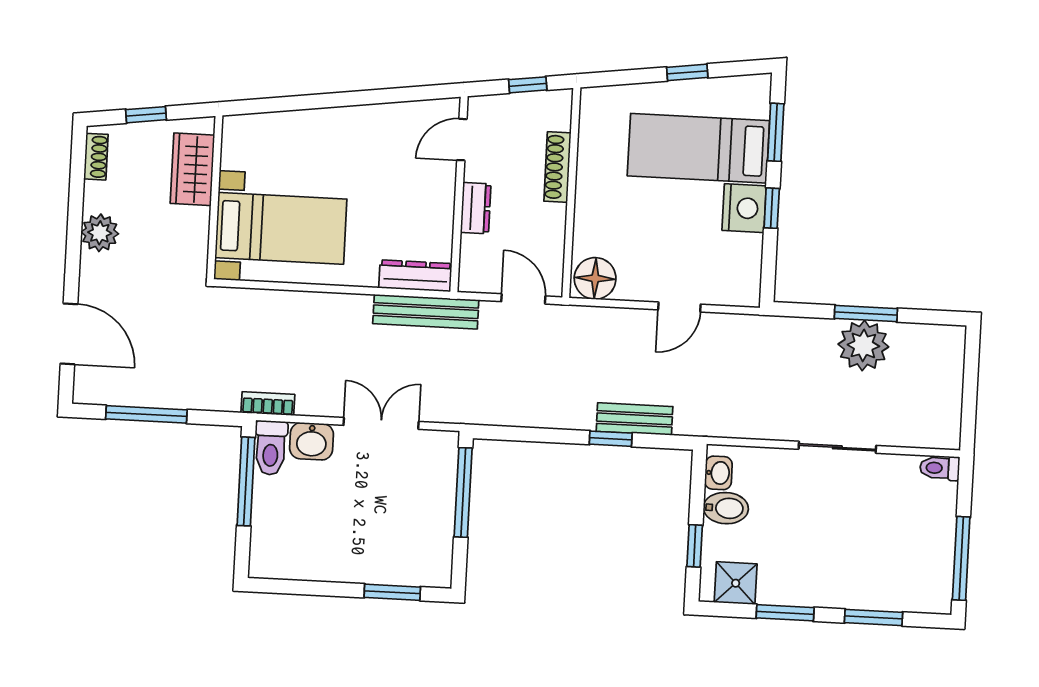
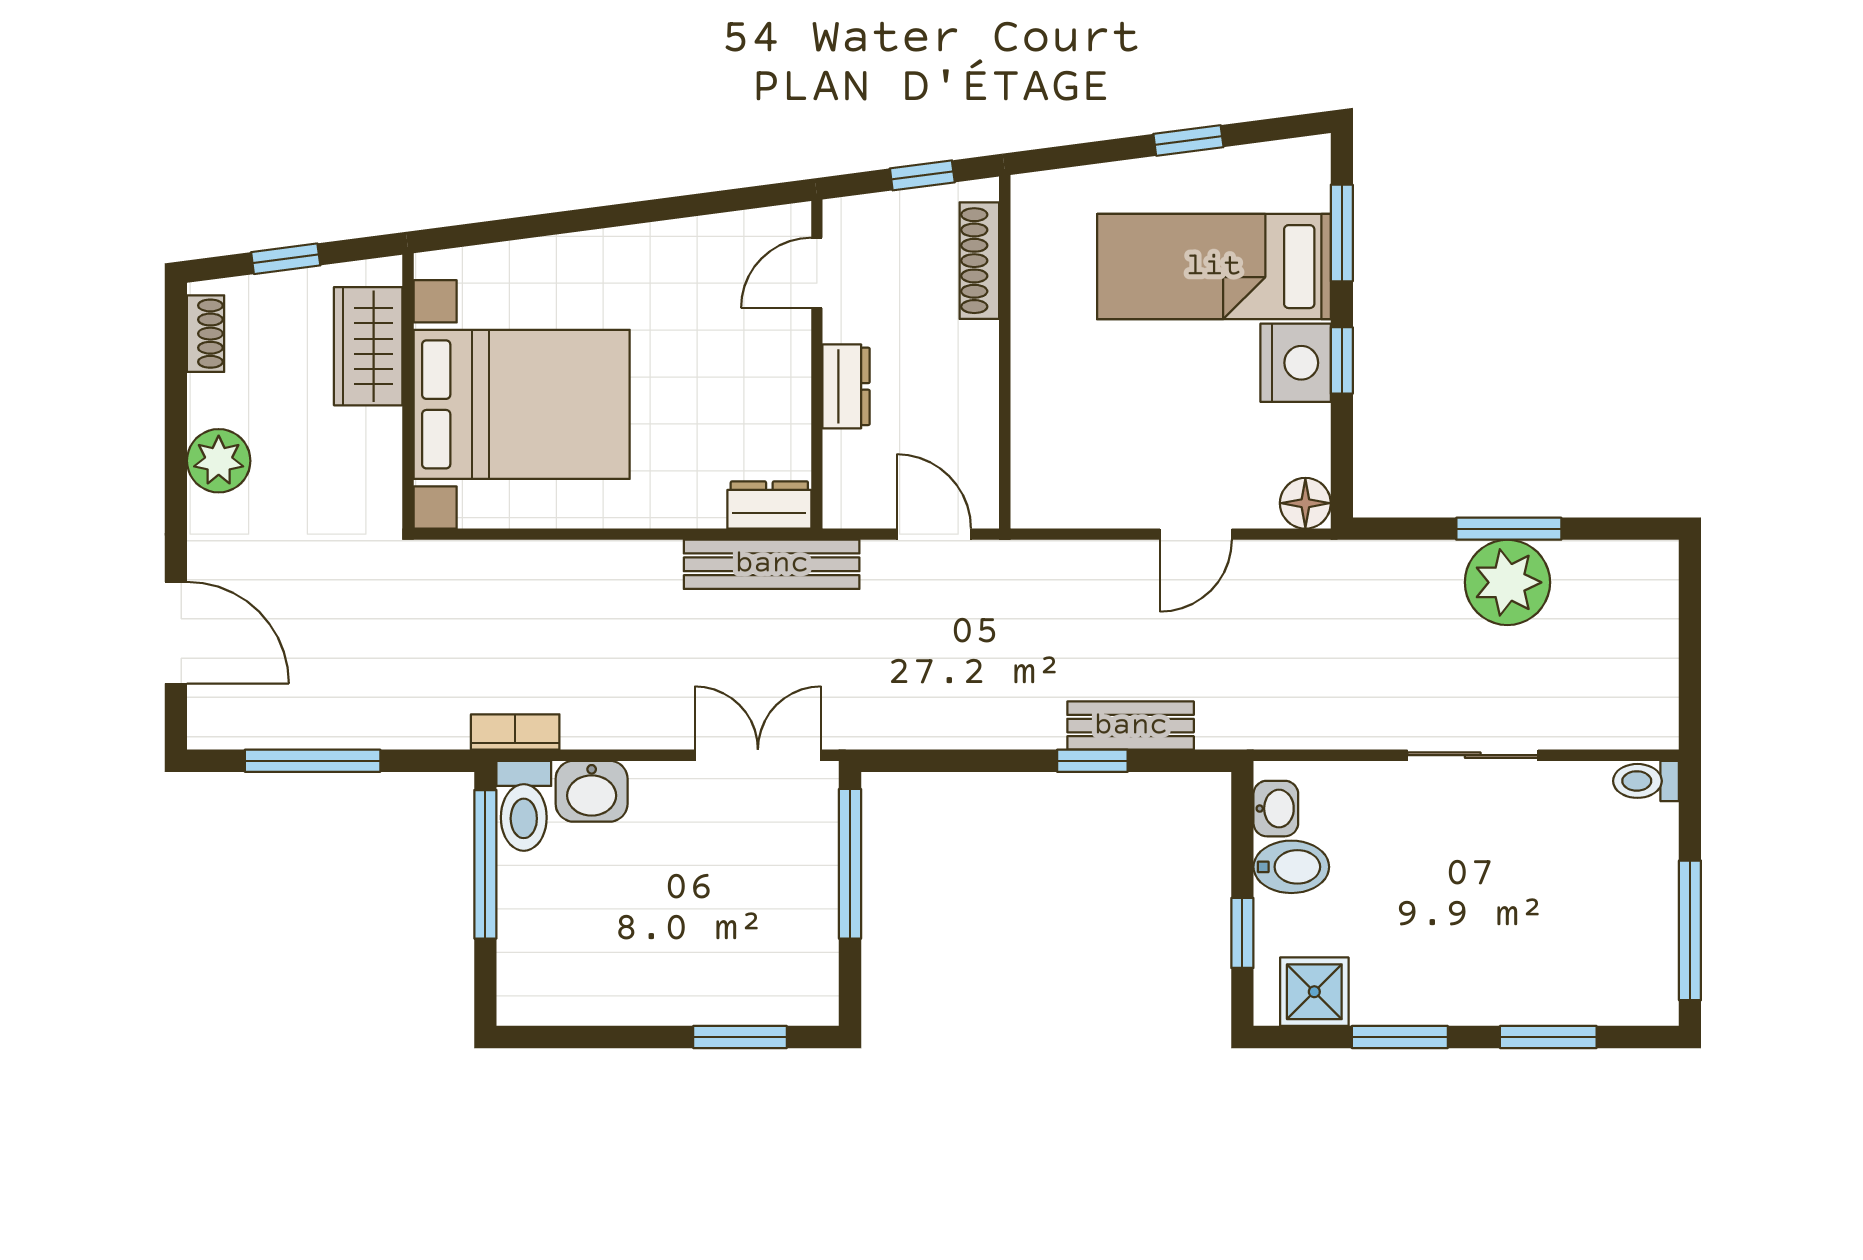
shoe rack: (557, 167) -> (979, 261), moved
bed with nightstands: (281, 228) -> (522, 404), width x1.36
dresser: (415, 276) -> (769, 505), width x0.70
floor lamp: (595, 278) -> (1305, 503), moved, width x0.73, depth x0.73
double door: (381, 423) -> (758, 755), moved

